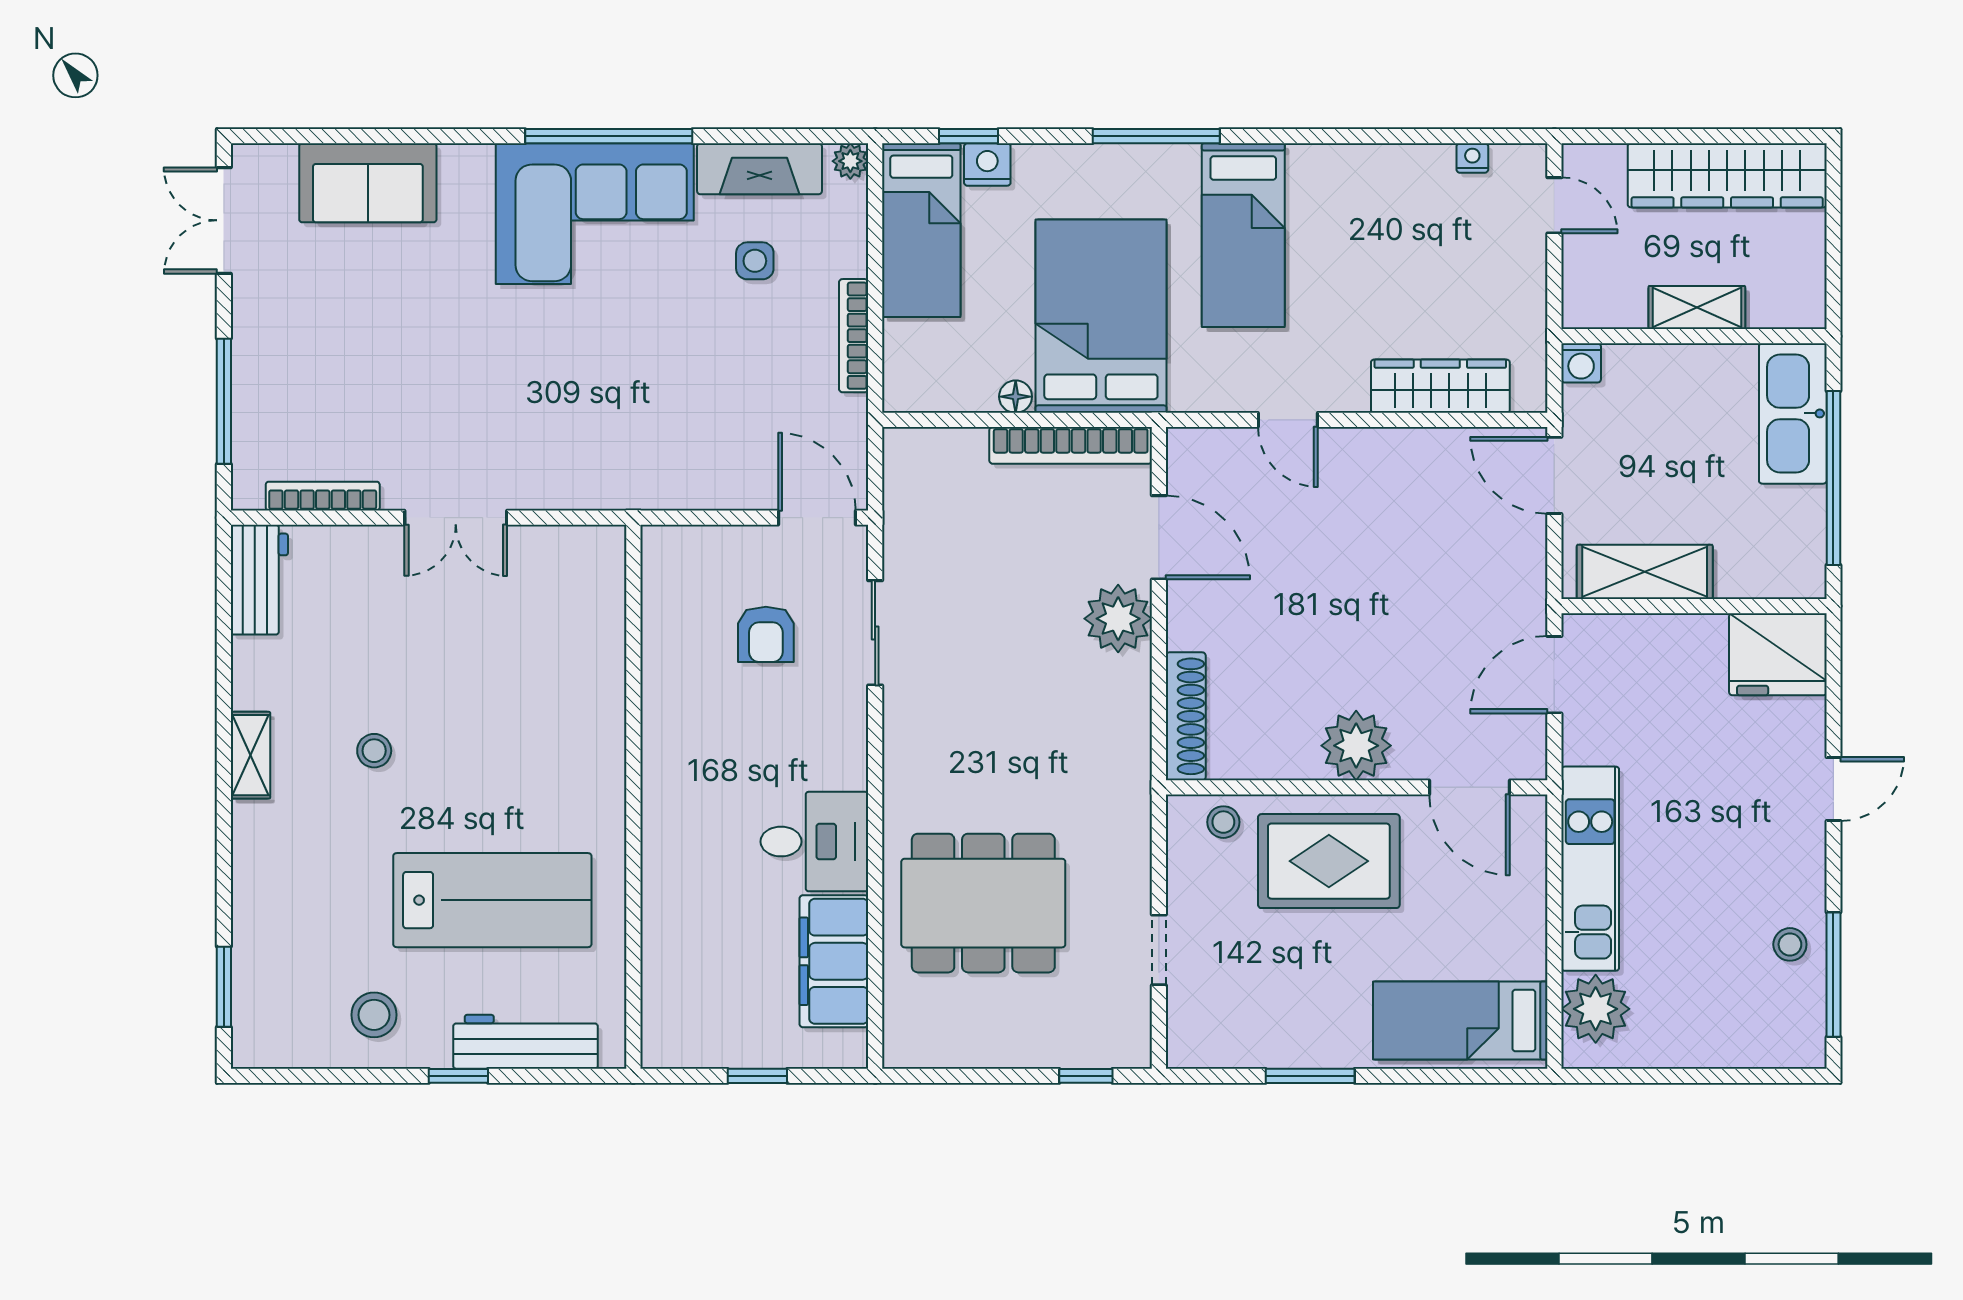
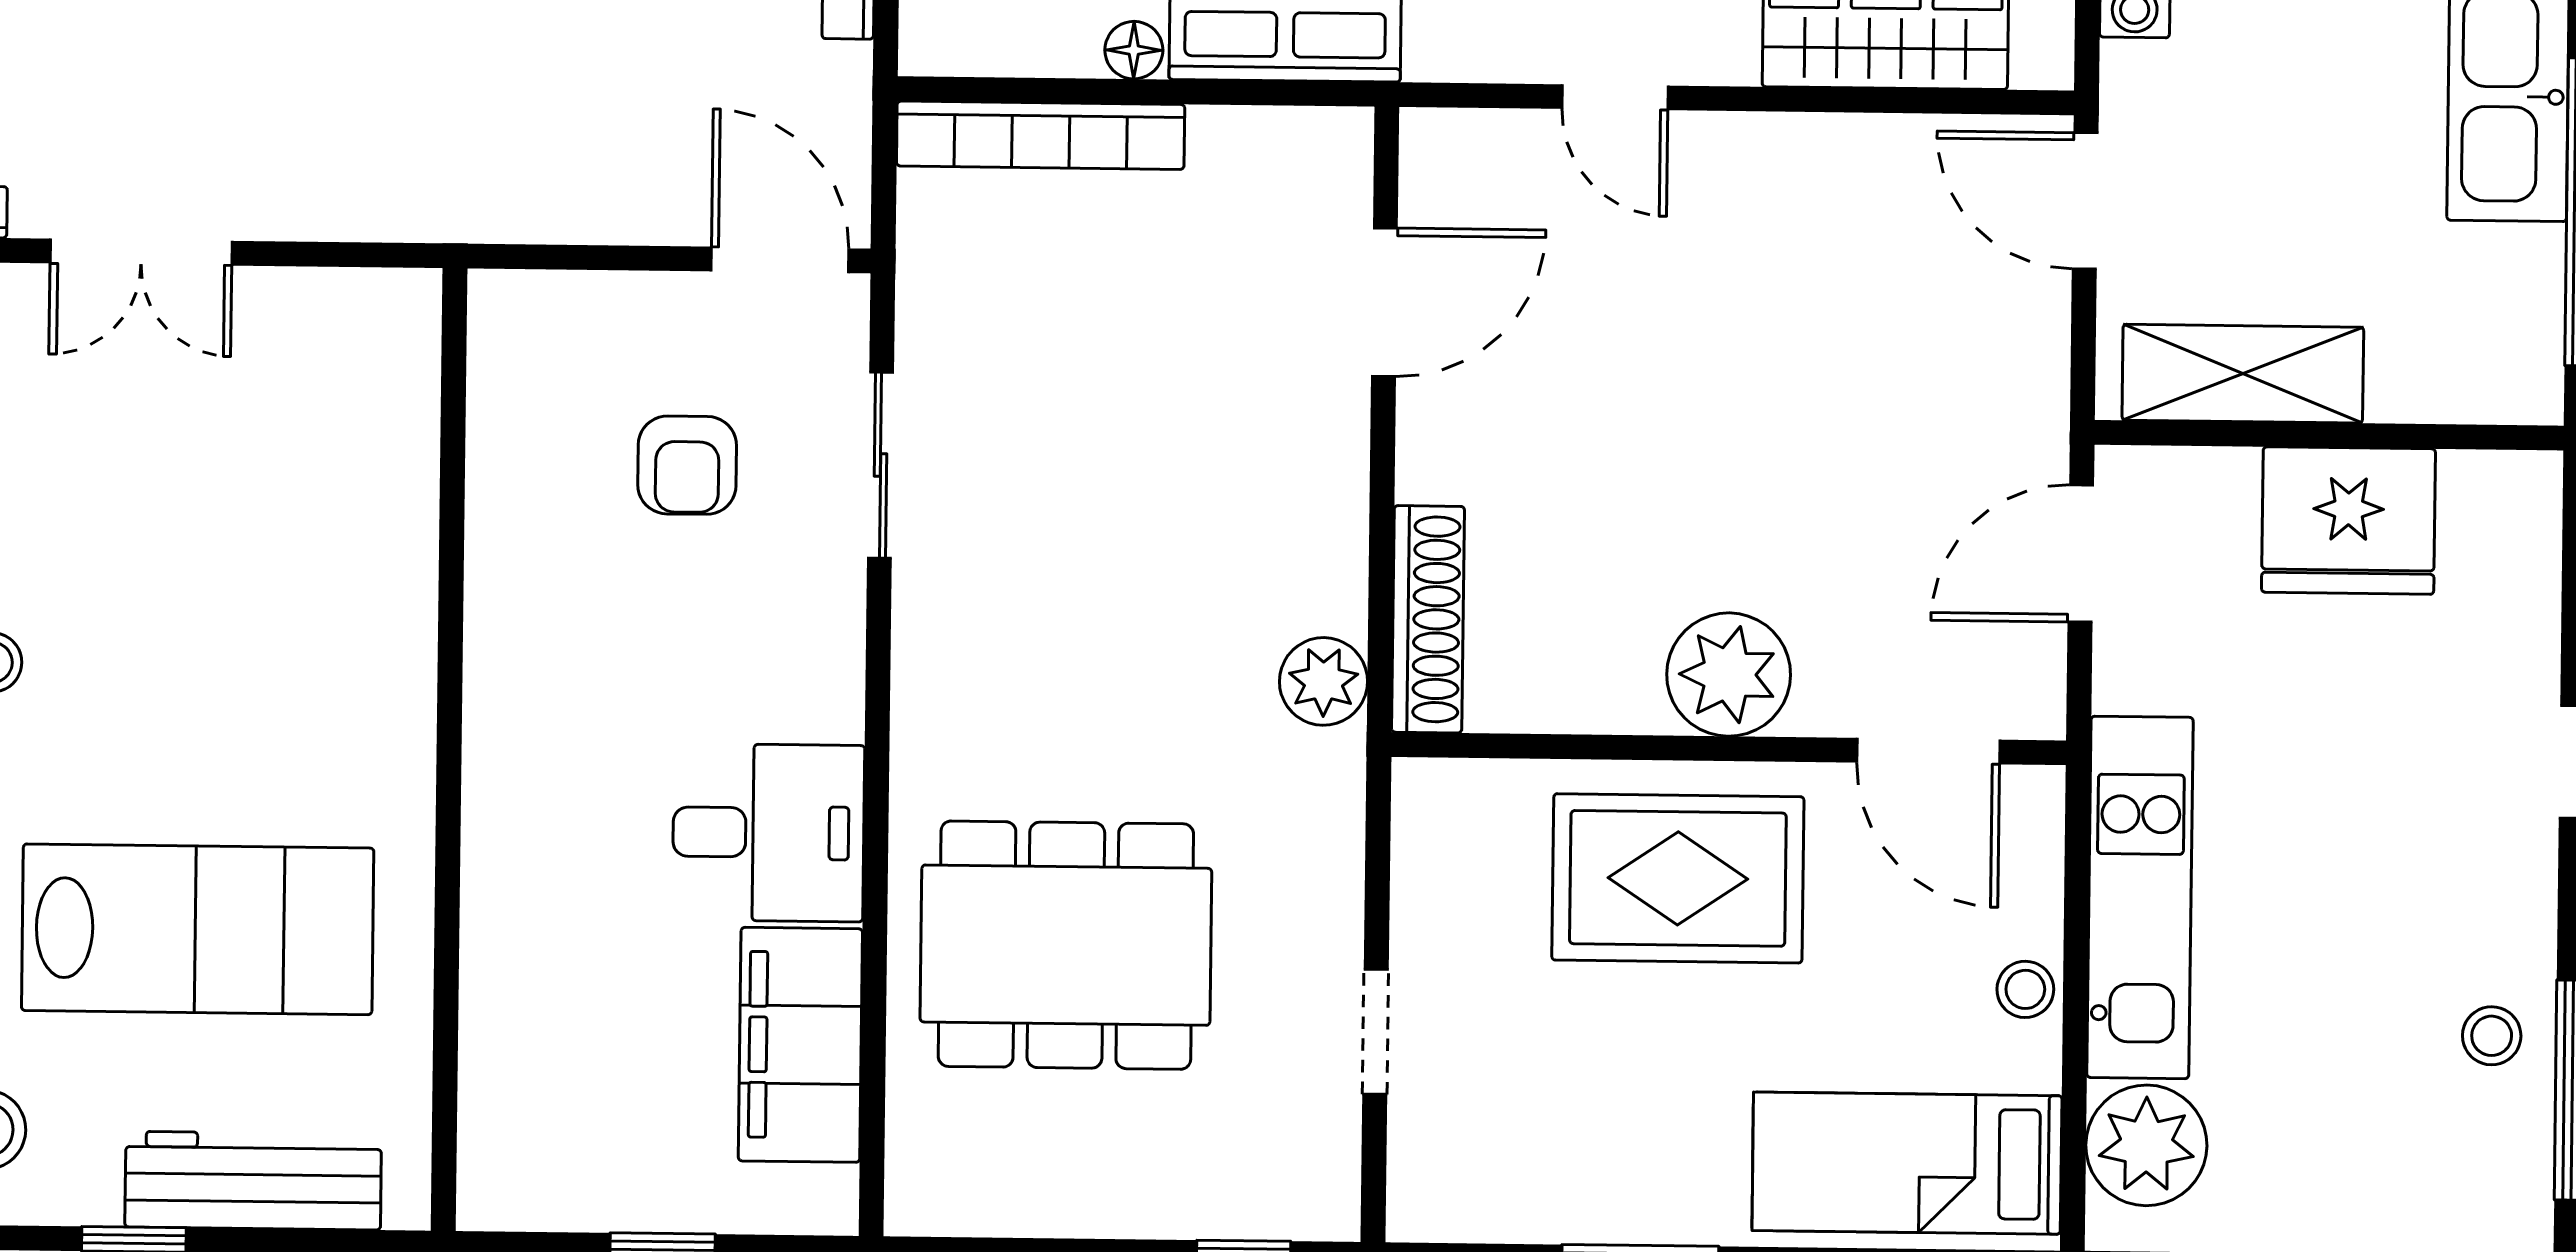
bookcase: (1071, 445) -> (1041, 135), moved
door: (1159, 537) -> (1384, 302), hinge flipped
plant: (1118, 619) -> (1323, 681), moved, width x0.73, depth x0.73
fridge: (1778, 654) -> (2348, 521), moved
stool: (1223, 822) -> (2025, 989), moved

